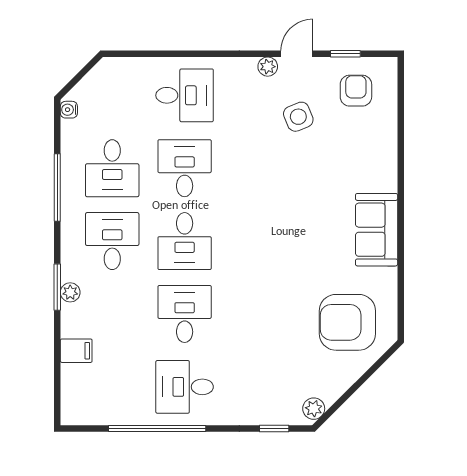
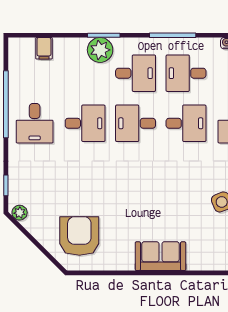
sofa: (377, 230) -> (160, 256), moved
plant: (70, 292) -> (100, 50), width x1.88, depth x1.88
filing cabinet: (76, 351) -> (44, 48), moved
desk: (185, 387) -> (35, 123), turned 180

